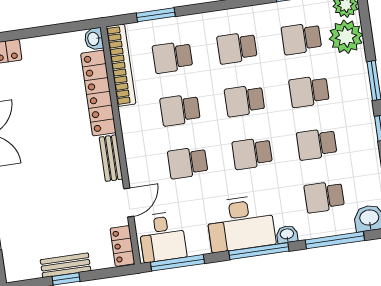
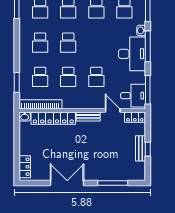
school desk: (252, 153) -> (96, 43), removed

